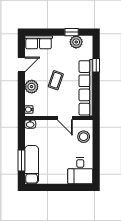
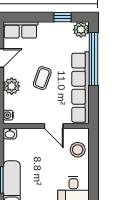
plant: (76, 42) -> (81, 30), moved
window: (96, 65) -> (93, 59), width x3.17

